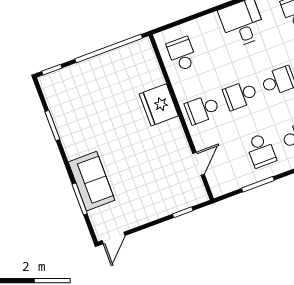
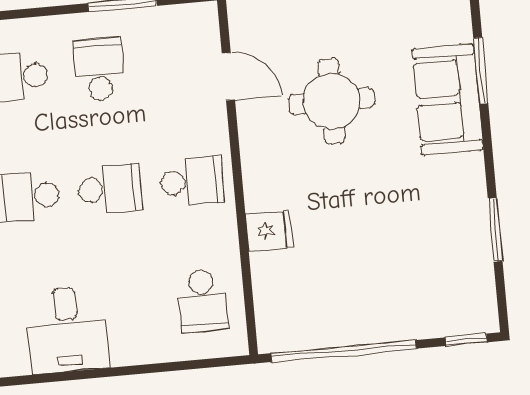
fridge: (159, 105) -> (269, 230), width x0.53, depth x0.75
door: (199, 164) -> (228, 77), swing flipped
round table: (146, 165) -> (331, 101), added

